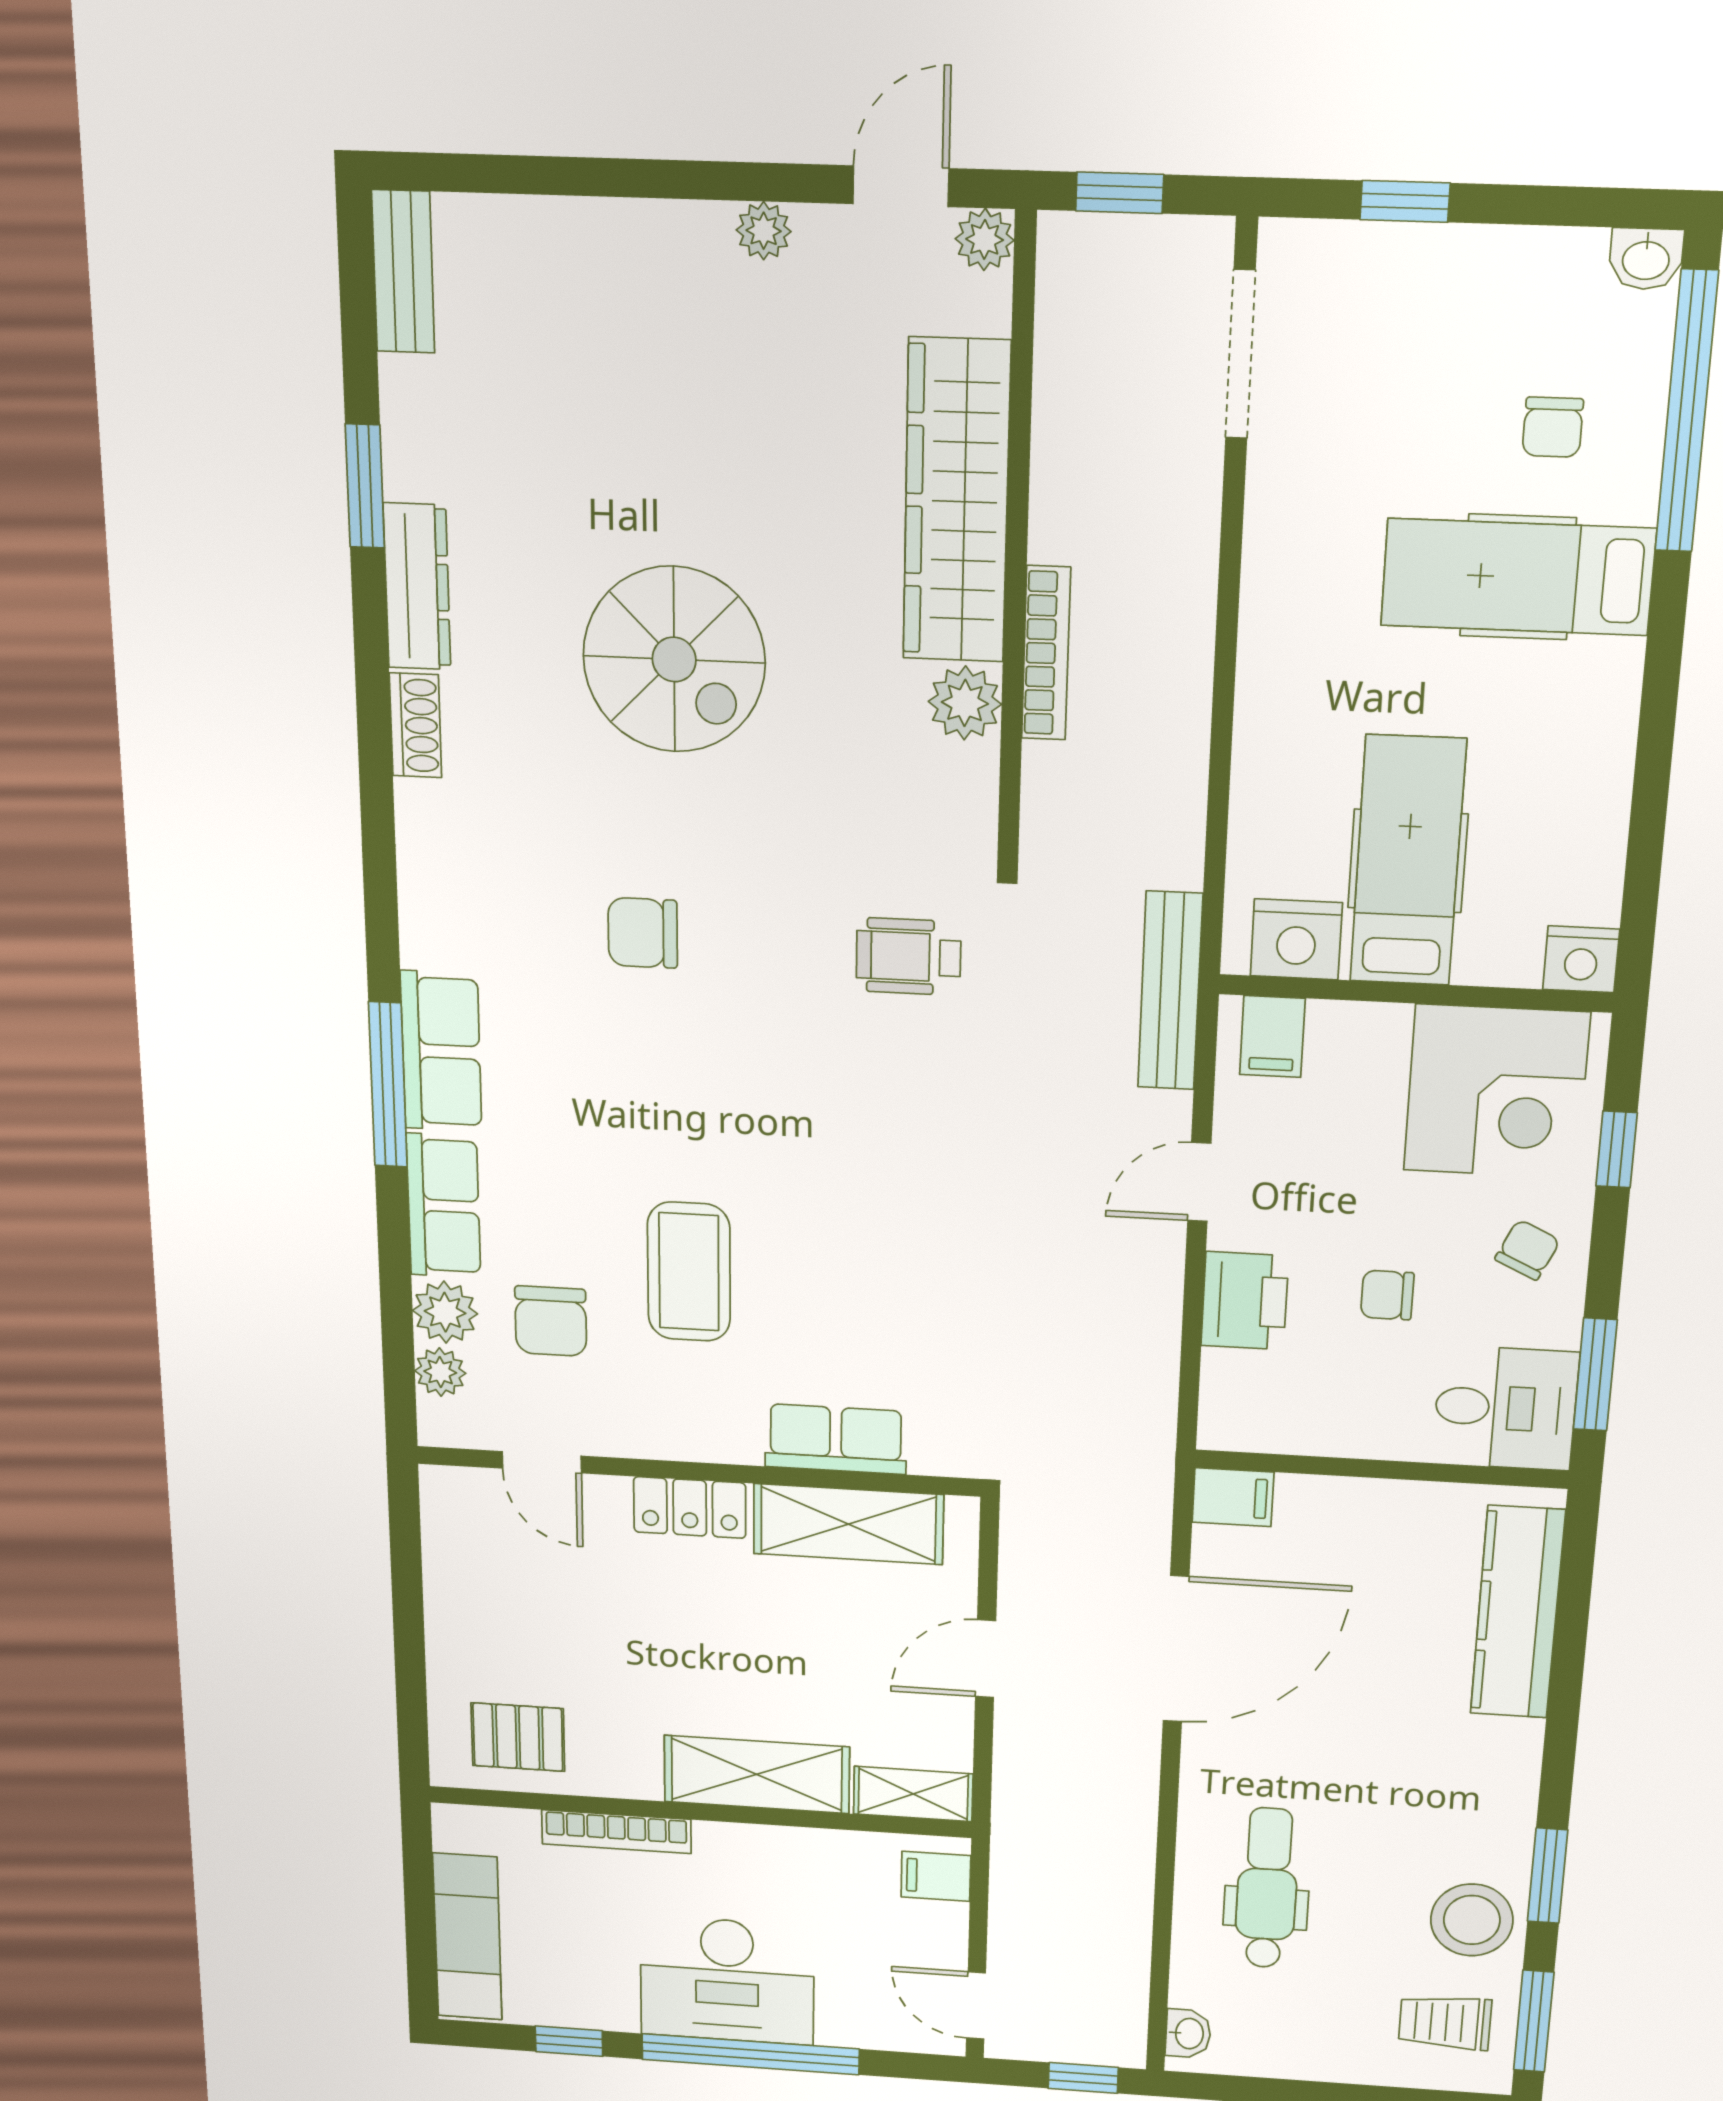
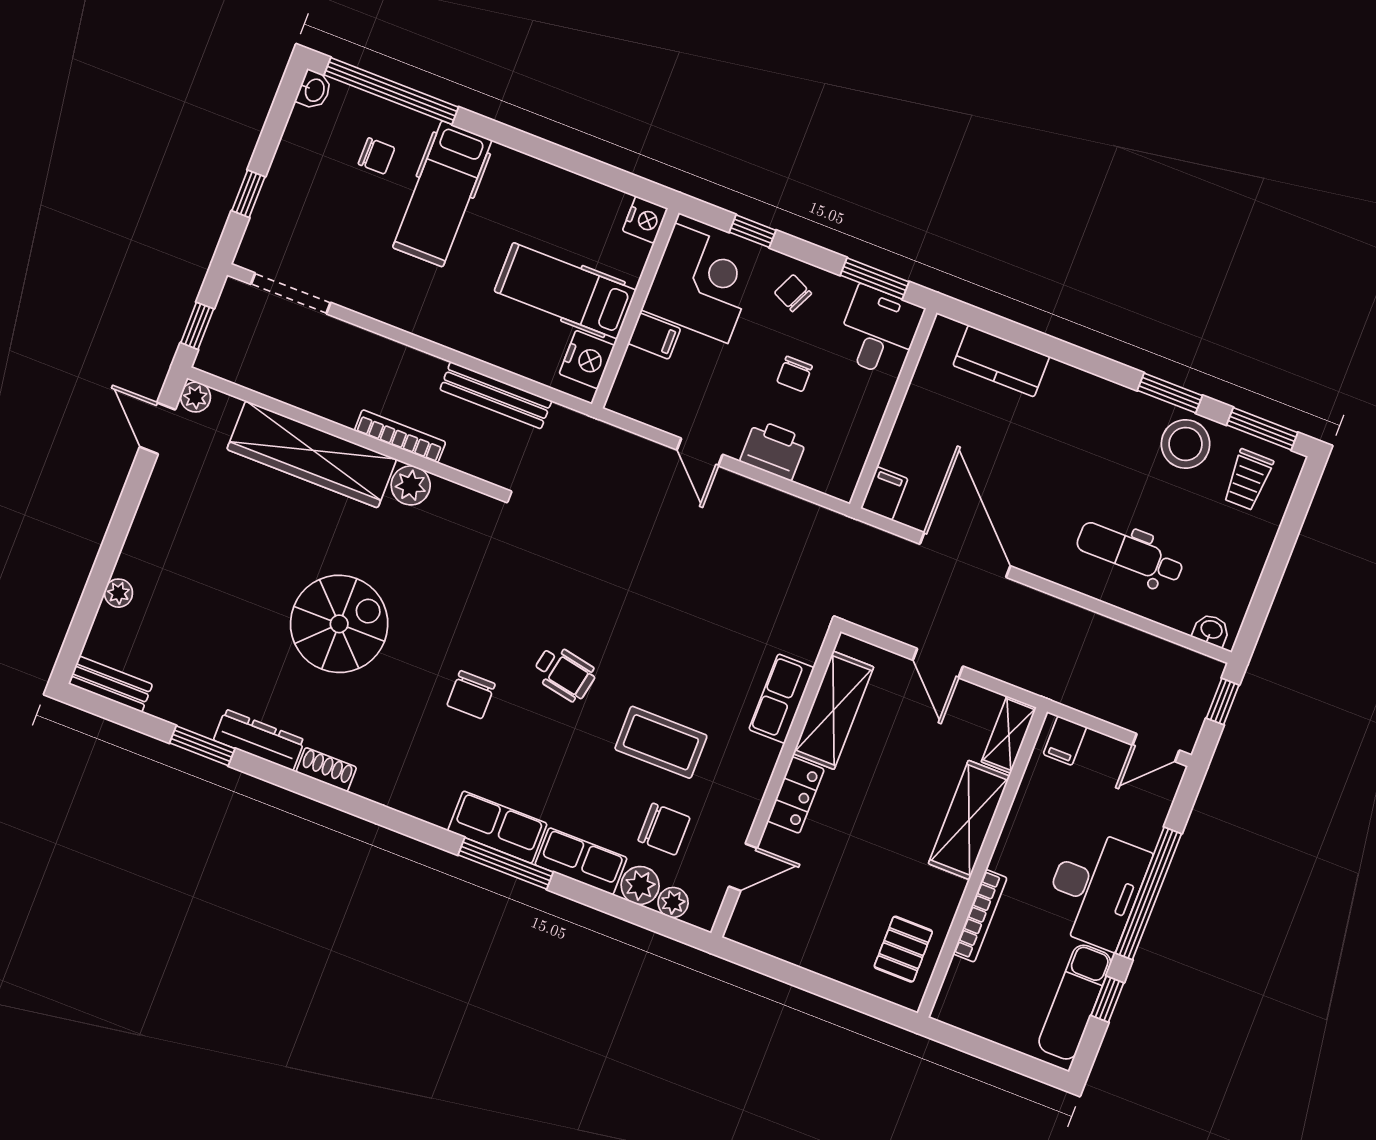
plant: (764, 231) -> (118, 593), moved
wheelchair: (909, 956) -> (564, 673), moved, turned -79
bench: (1170, 991) -> (496, 395), moved
filing cabinet: (1272, 1037) -> (654, 336), moved
kitchen counter: (1518, 1612) -> (1001, 361), width x0.67
exam couch: (467, 1937) -> (1075, 1002), moved, turned -90

